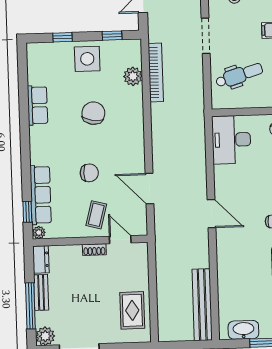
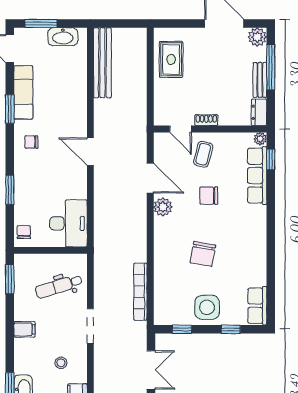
plant: (133, 76) -> (163, 207), moved
row of seats: (38, 105) -> (257, 306), moved

